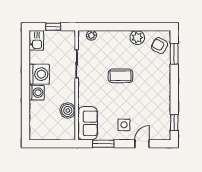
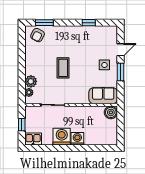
plant: (137, 38) -> (31, 81), moved
boiler: (68, 110) -> (111, 112), moved
window: (174, 123) -> (89, 23), moved
window: (103, 144) -> (120, 72), moved
door: (142, 144) -> (120, 50), swing flipped

